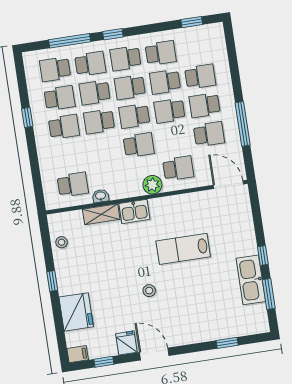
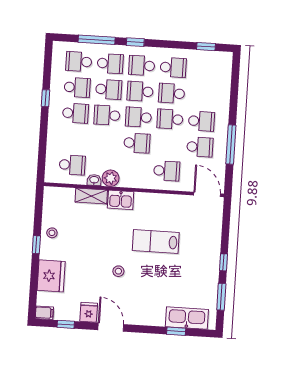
school desk: (200, 76) -> (203, 95), removed
school desk: (95, 93) -> (109, 89), turned 180
school desk: (205, 105) -> (201, 121), turned 180
plant: (152, 185) -> (111, 178), moved
stool: (62, 242) -> (52, 233), moved
kitchen sink: (251, 280) -> (187, 318), moved, turned 90

